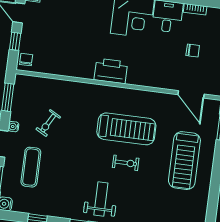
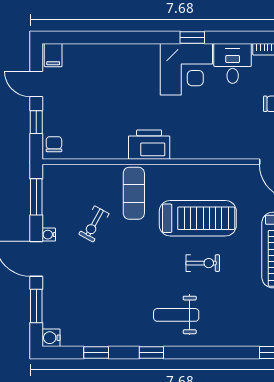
printer: (111, 71) -> (149, 145), moved
exercise mat: (31, 167) -> (134, 193), moved
weight bench: (101, 199) -> (176, 315), turned -90

